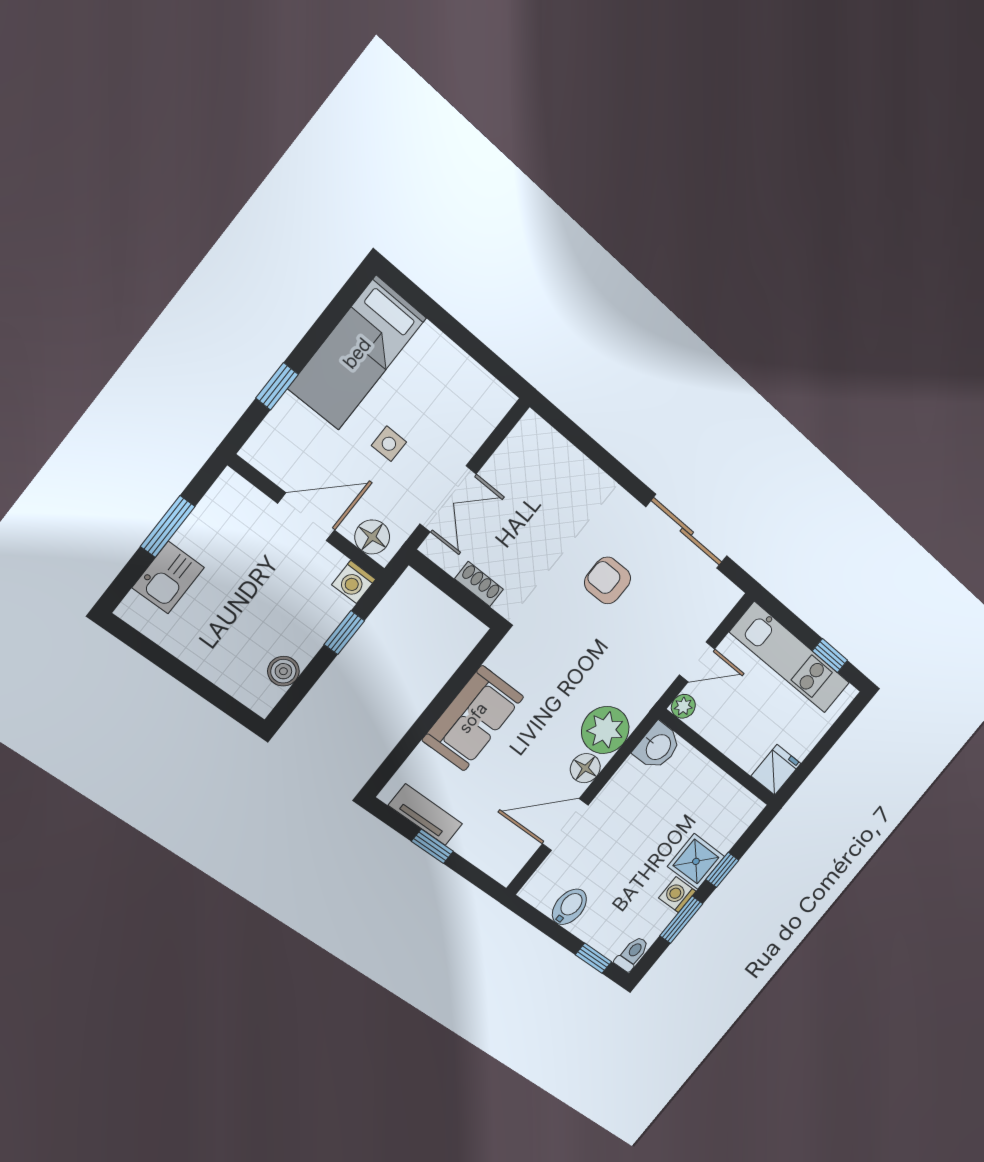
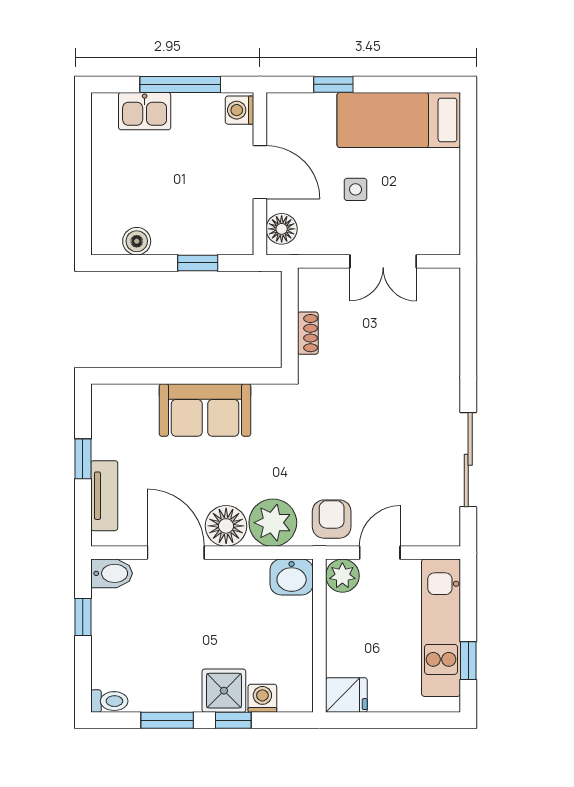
double door: (448, 499) -> (383, 261), moved
window: (168, 527) -> (180, 84), width x1.44
armchair: (607, 580) -> (332, 519), moved
washing machine: (354, 582) -> (240, 110), moved
door: (697, 662) -> (380, 553), swing flipped
plant: (683, 706) -> (342, 576), width x1.38, depth x1.38
floor lamp: (585, 768) -> (226, 526), width x1.38, depth x1.38
tv unit: (425, 815) -> (104, 496), moved
washing machine: (677, 895) -> (262, 698), moved
bidet: (569, 907) -> (112, 573), moved
window: (593, 958) -> (83, 617), moved

